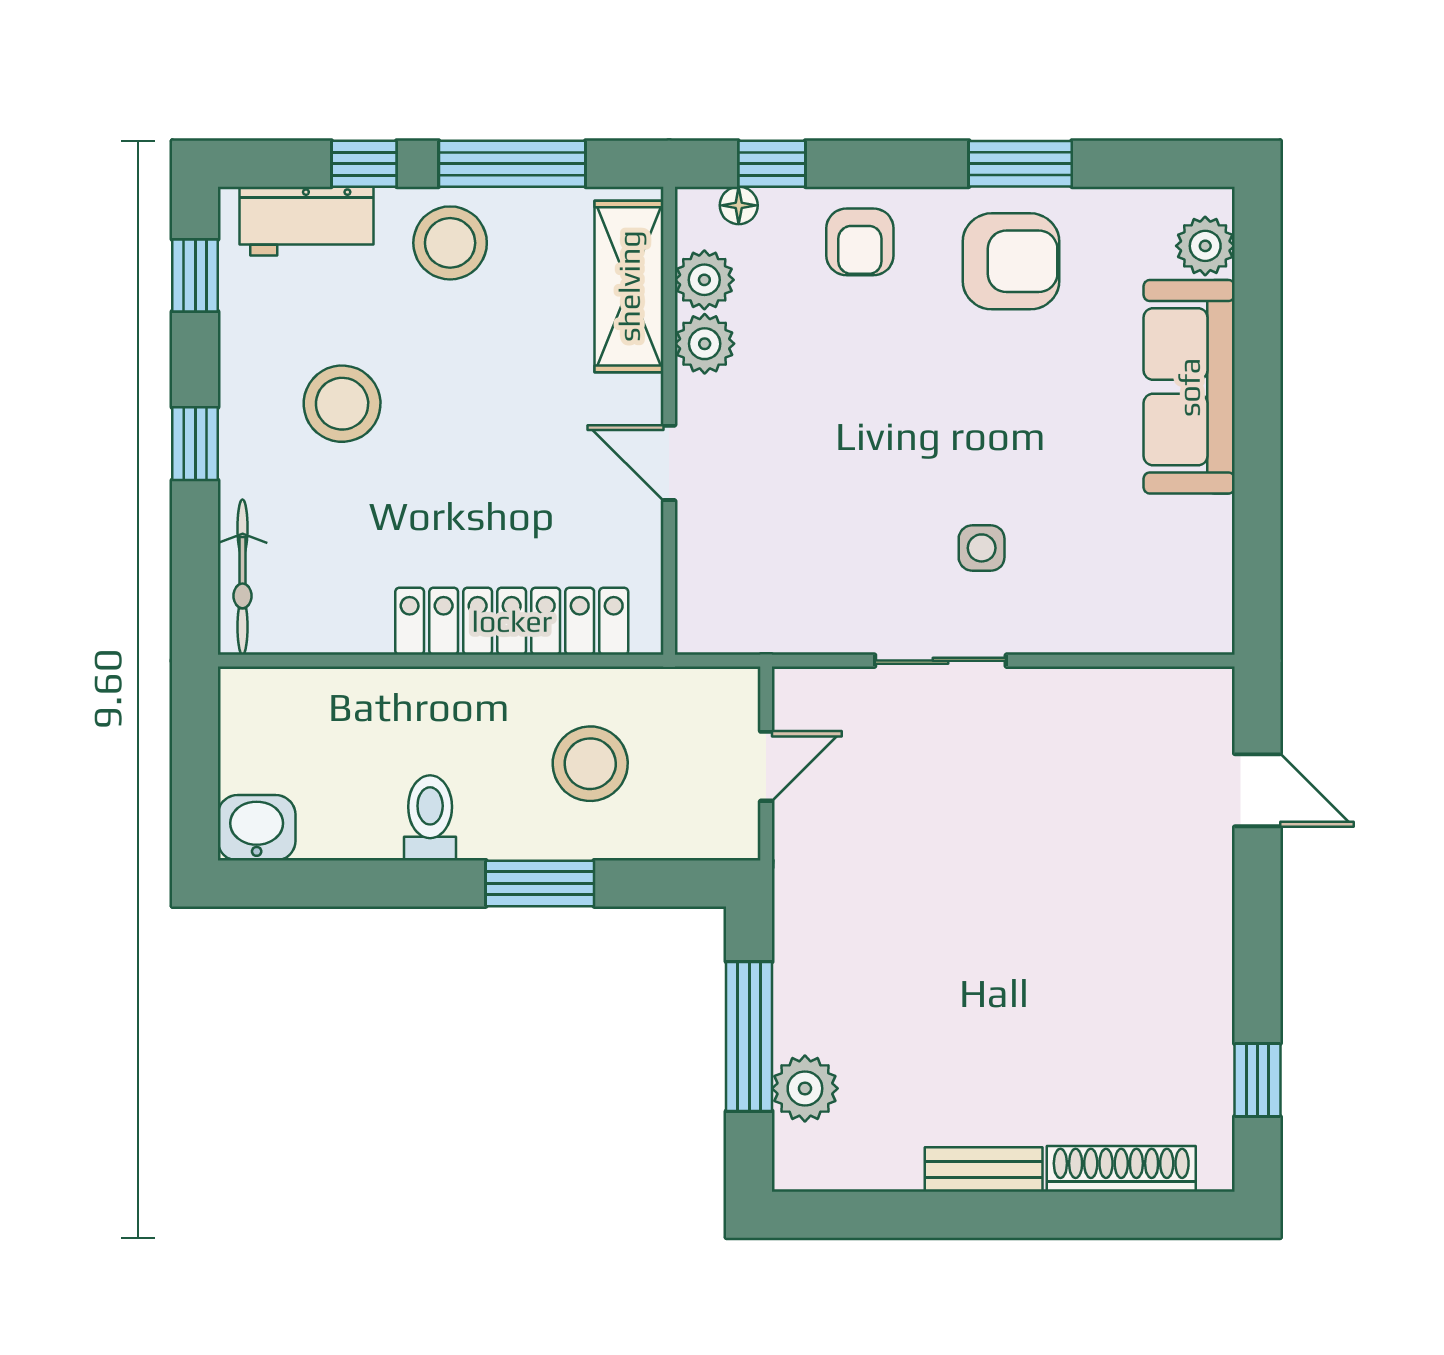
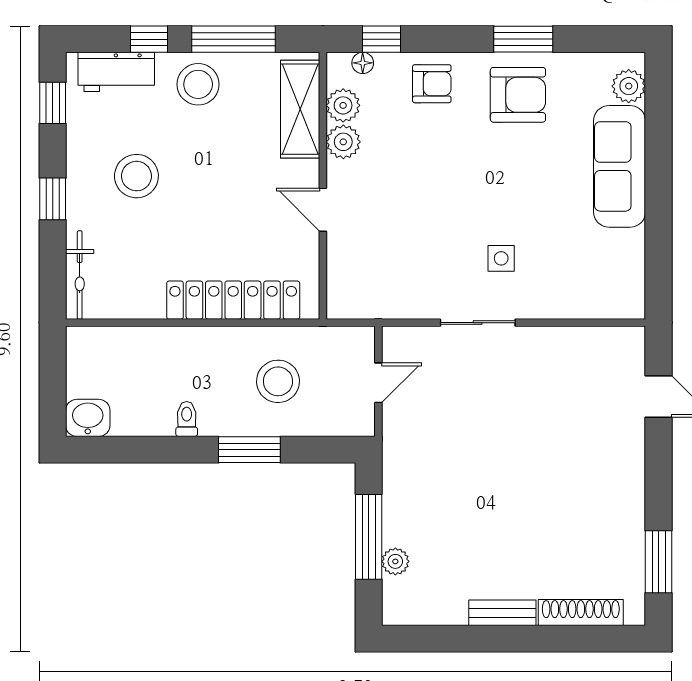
armchair: (860, 242) -> (432, 84), turned -90
toilet: (430, 818) -> (187, 419), width x0.73, depth x0.72
window: (1257, 1080) -> (659, 562), width x1.50
plant: (805, 1088) -> (395, 561), width x0.73, depth x0.73

